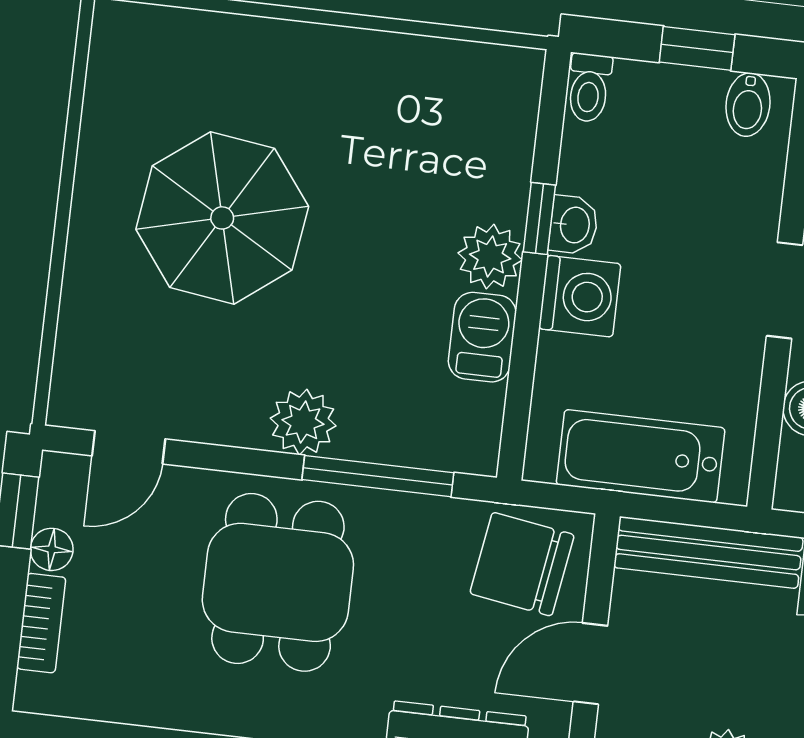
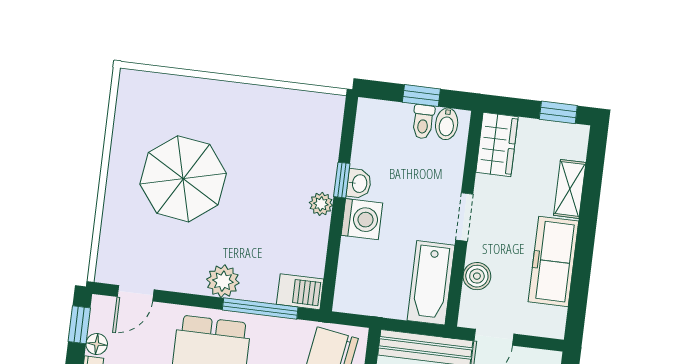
toilet: (589, 88) -> (423, 122), moved
plant: (490, 256) -> (321, 204), width x0.73, depth x0.73
barbecue: (482, 337) -> (300, 292), moved, turned 90
bathtub: (641, 456) -> (431, 283), moved, turned -90

